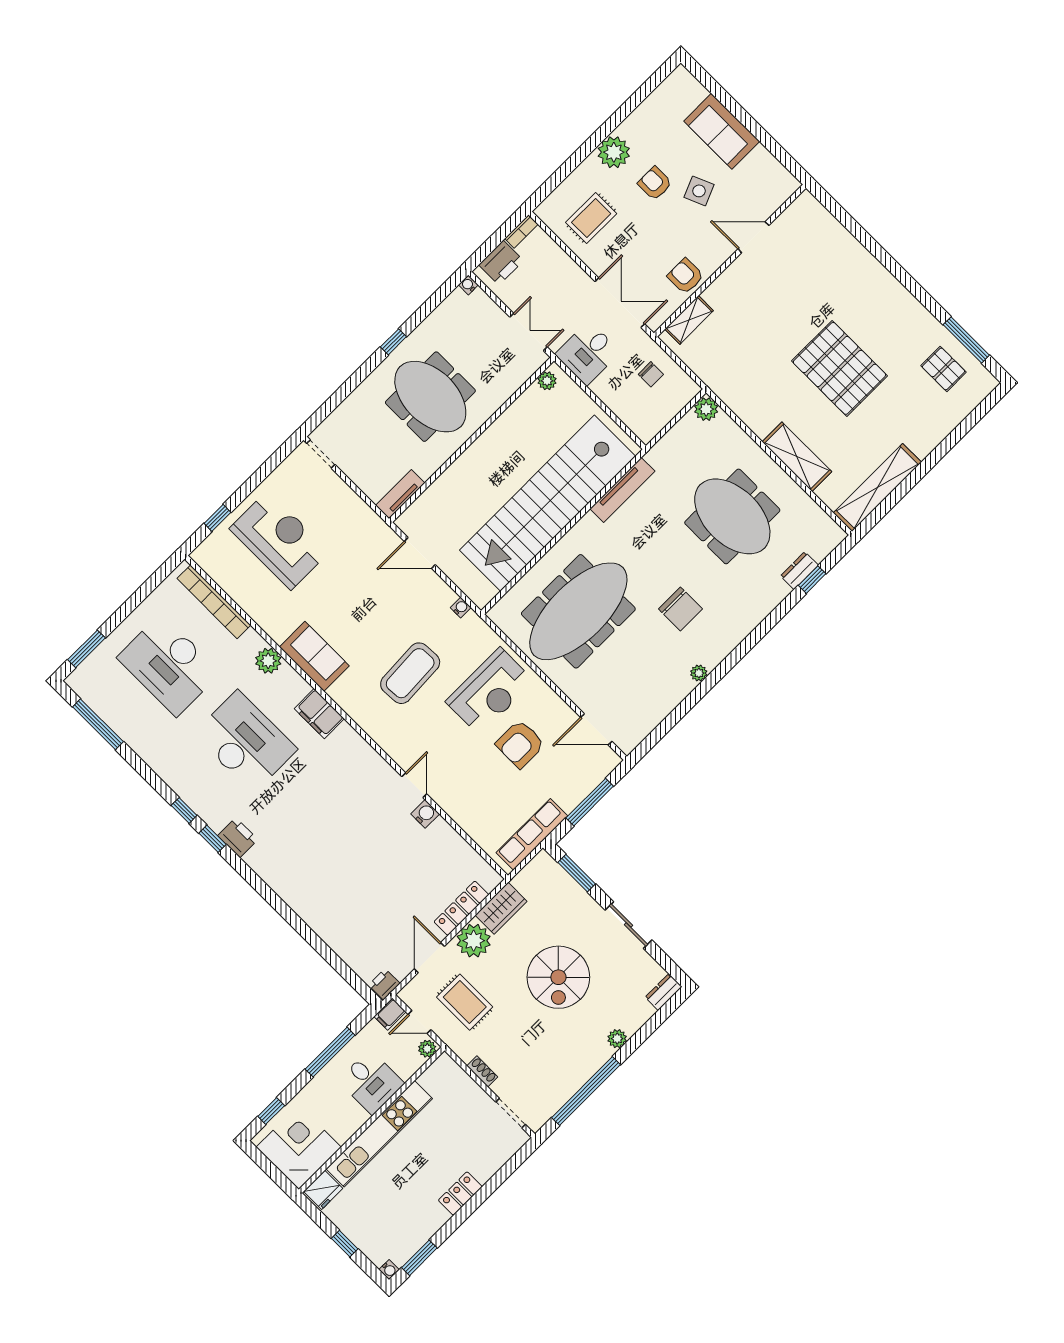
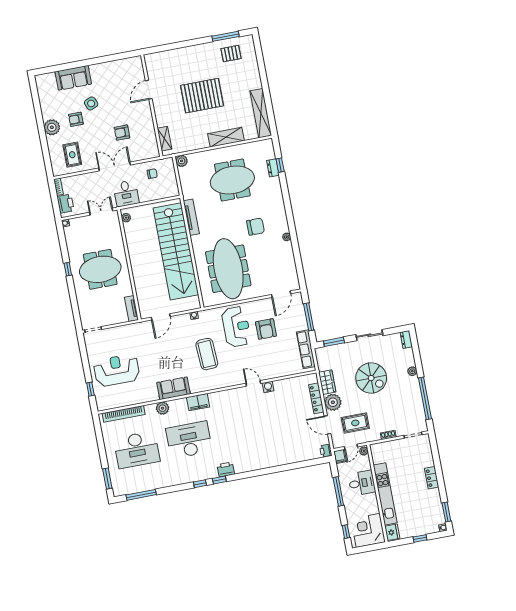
door: (753, 237) -> (149, 90), moved
wall: (730, 261) -> (152, 106), moved
shelving: (689, 320) -> (164, 139), moved

